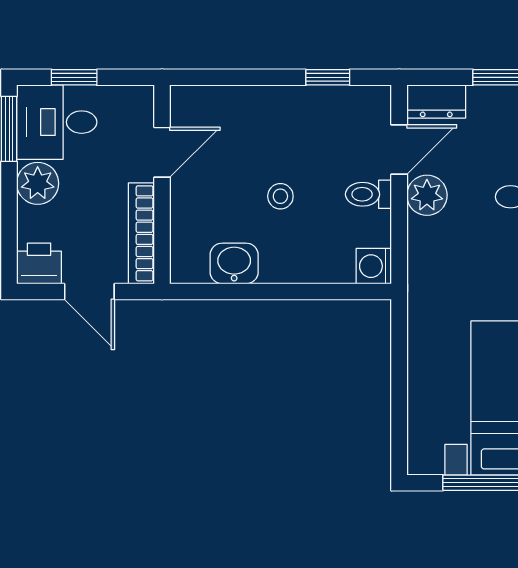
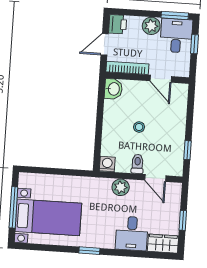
dresser: (436, 101) -> (174, 195), removed
plant: (427, 195) -> (121, 187), moved
washbasin: (234, 263) -> (113, 89), moved

